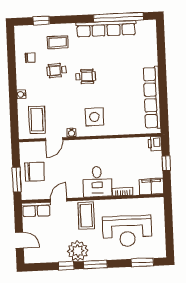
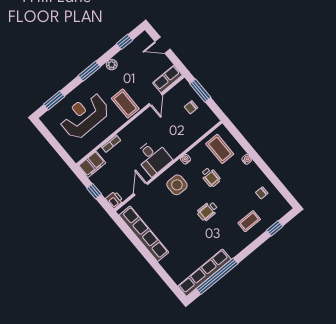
row of seats: (106, 29) -> (205, 273), moved
wheelchair: (56, 70) -> (211, 177), moved, turned 93
door: (54, 139) -> (141, 189), moved
chair: (35, 172) -> (191, 107), width x0.54, depth x0.54
desk: (97, 182) -> (153, 158), moved, turned 180
plant: (78, 251) -> (112, 65), width x0.53, depth x0.53
window: (66, 266) -> (125, 42), moved

